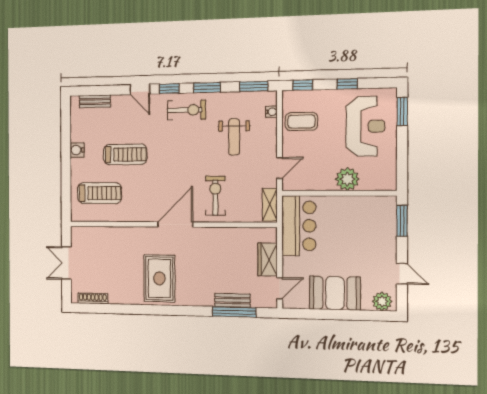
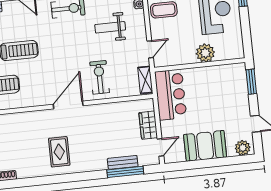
weight bench: (234, 137) -> (110, 27), turned 90
rug: (159, 278) -> (59, 152), width x0.73, depth x0.70

